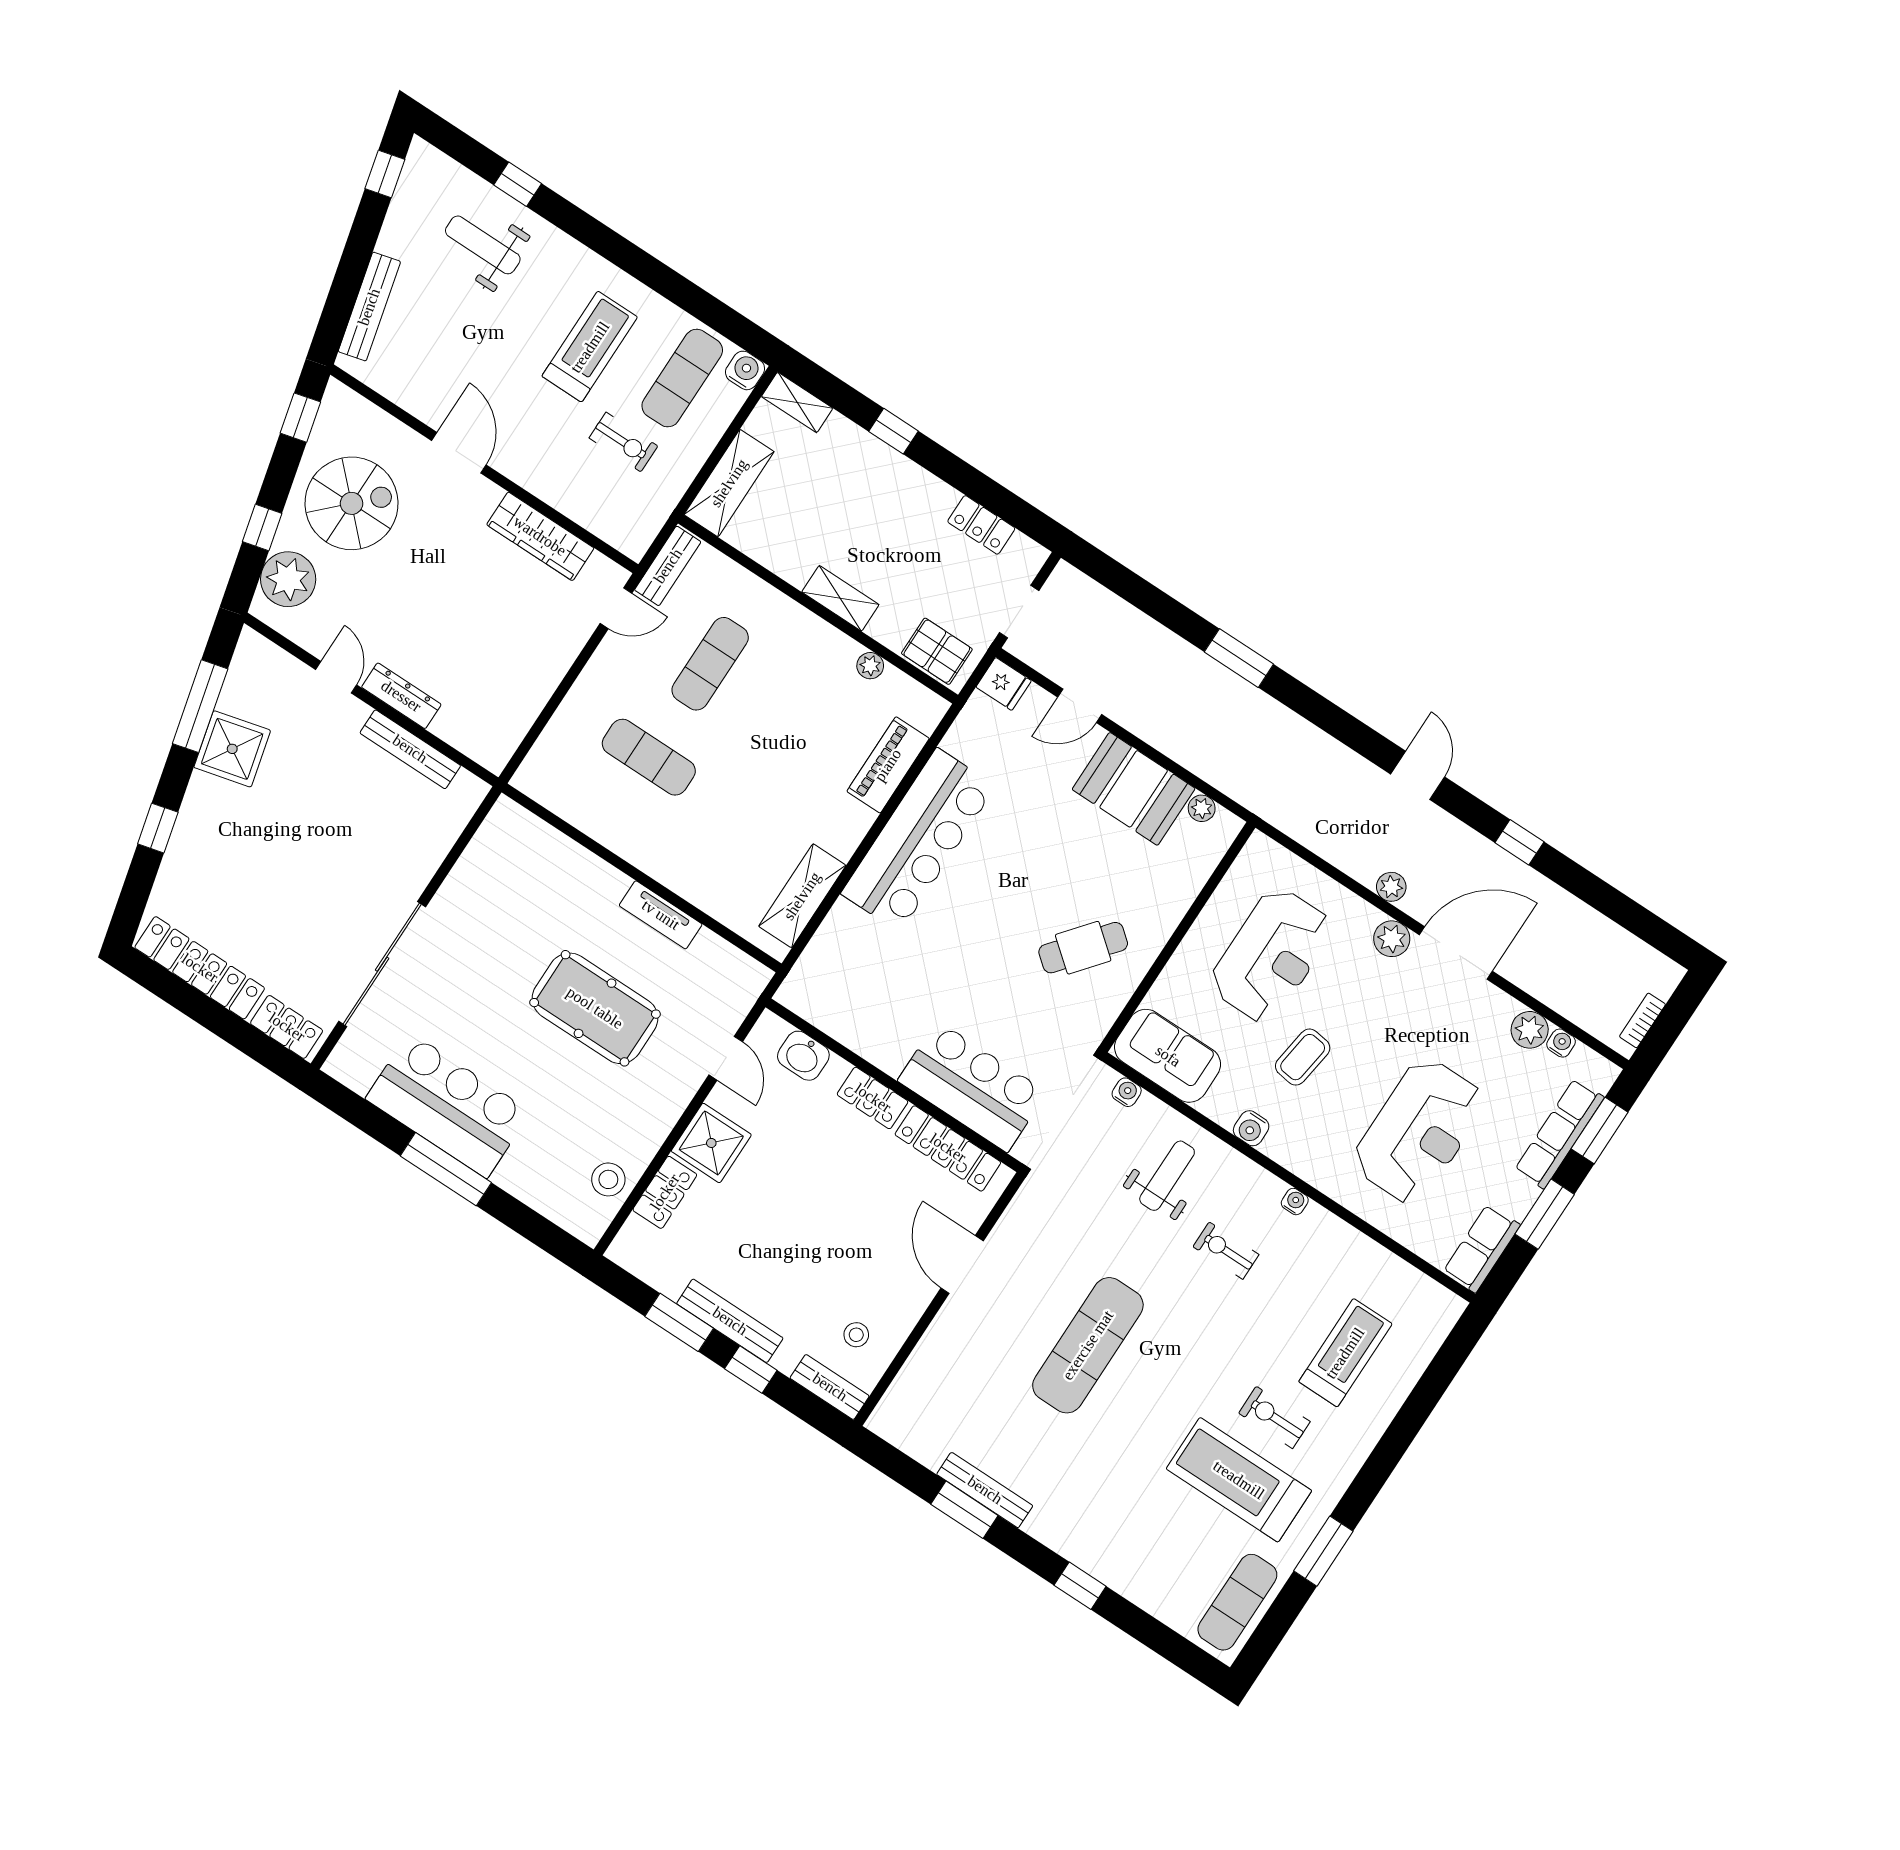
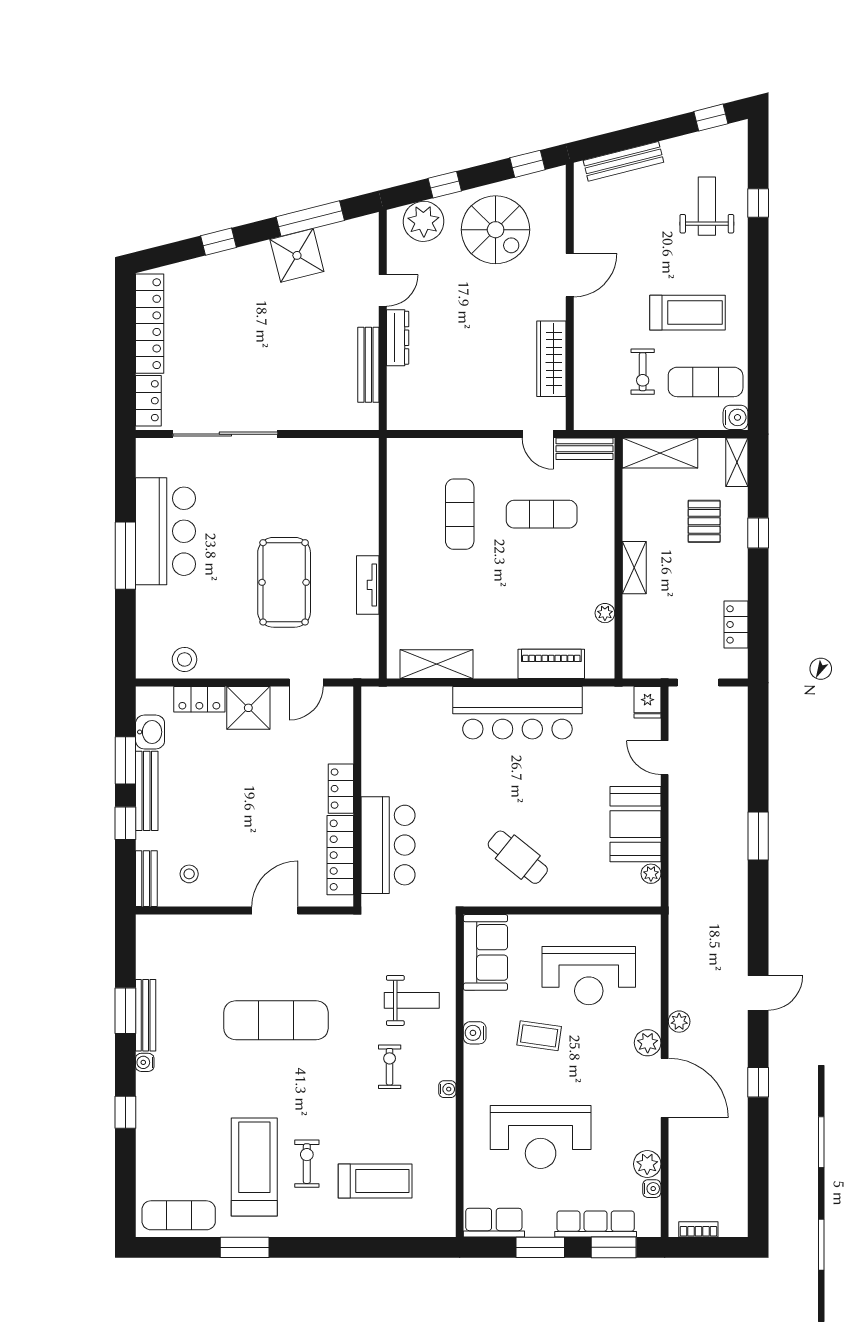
pallet: (937, 651) -> (704, 521), moved
washbasin: (803, 1056) -> (150, 732), moved, turned 180
water cooler: (1127, 1092) -> (145, 1062), moved, turned 180

